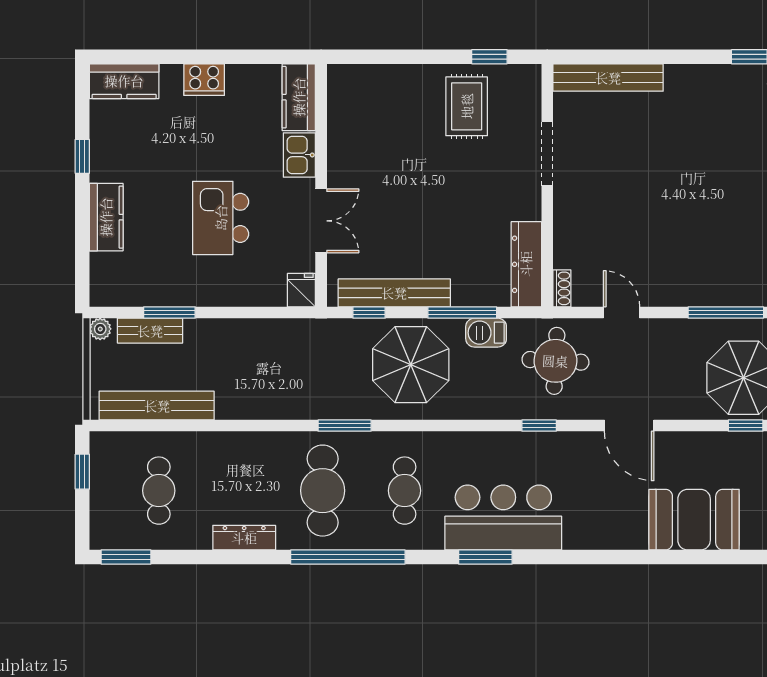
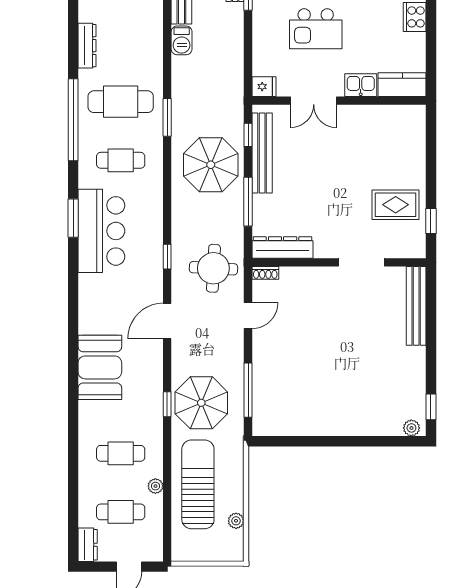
kitchen island: (221, 218) -> (316, 29), turned 180
barbecue: (486, 333) -> (182, 40), moved, turned 180

